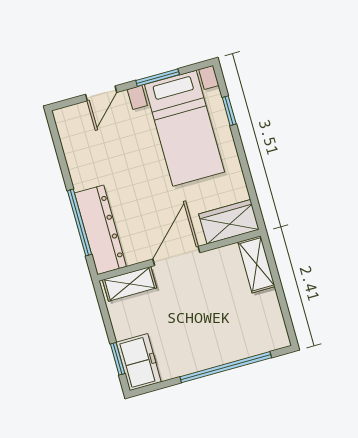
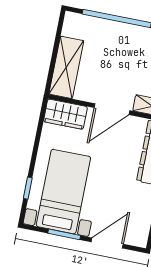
door: (101, 93) -> (107, 243), width x1.38
shelving: (256, 264) -> (66, 67), width x1.50, depth x1.33

